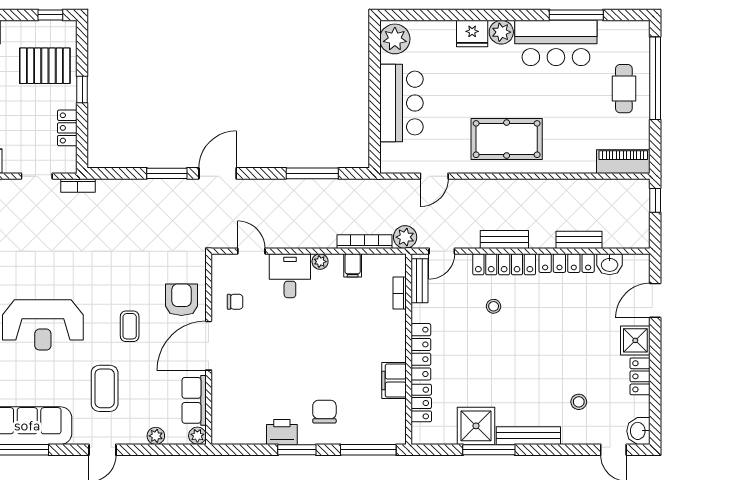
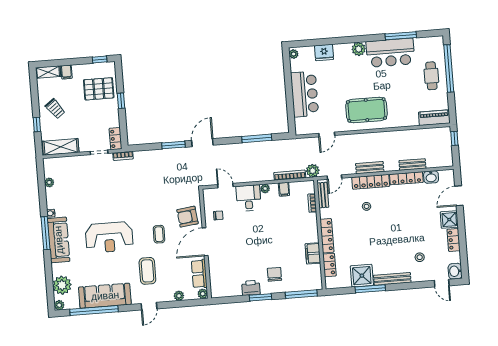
fridge: (472, 34) -> (324, 53), moved
plant: (395, 39) -> (294, 54), width x0.53, depth x0.53
locker: (67, 128) -> (116, 139), moved
armchair: (182, 300) -> (188, 217), turned -97

